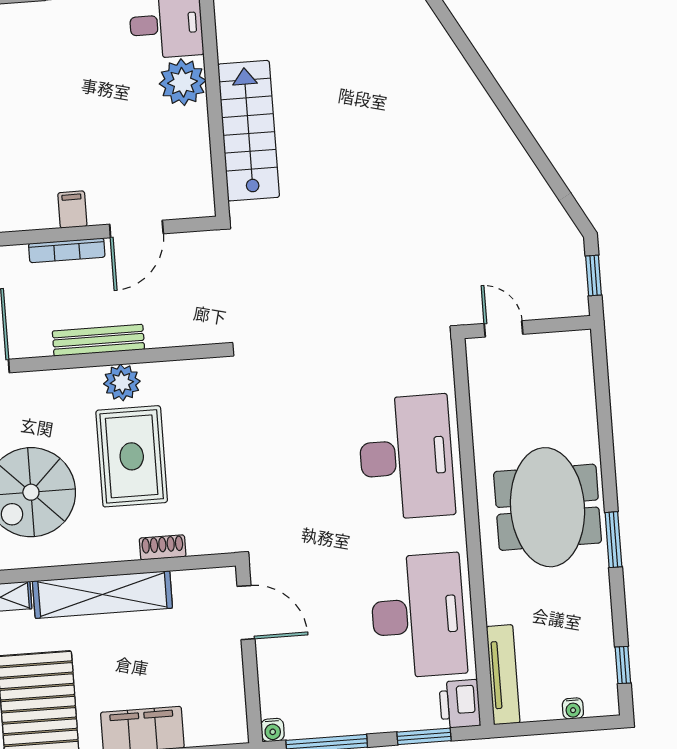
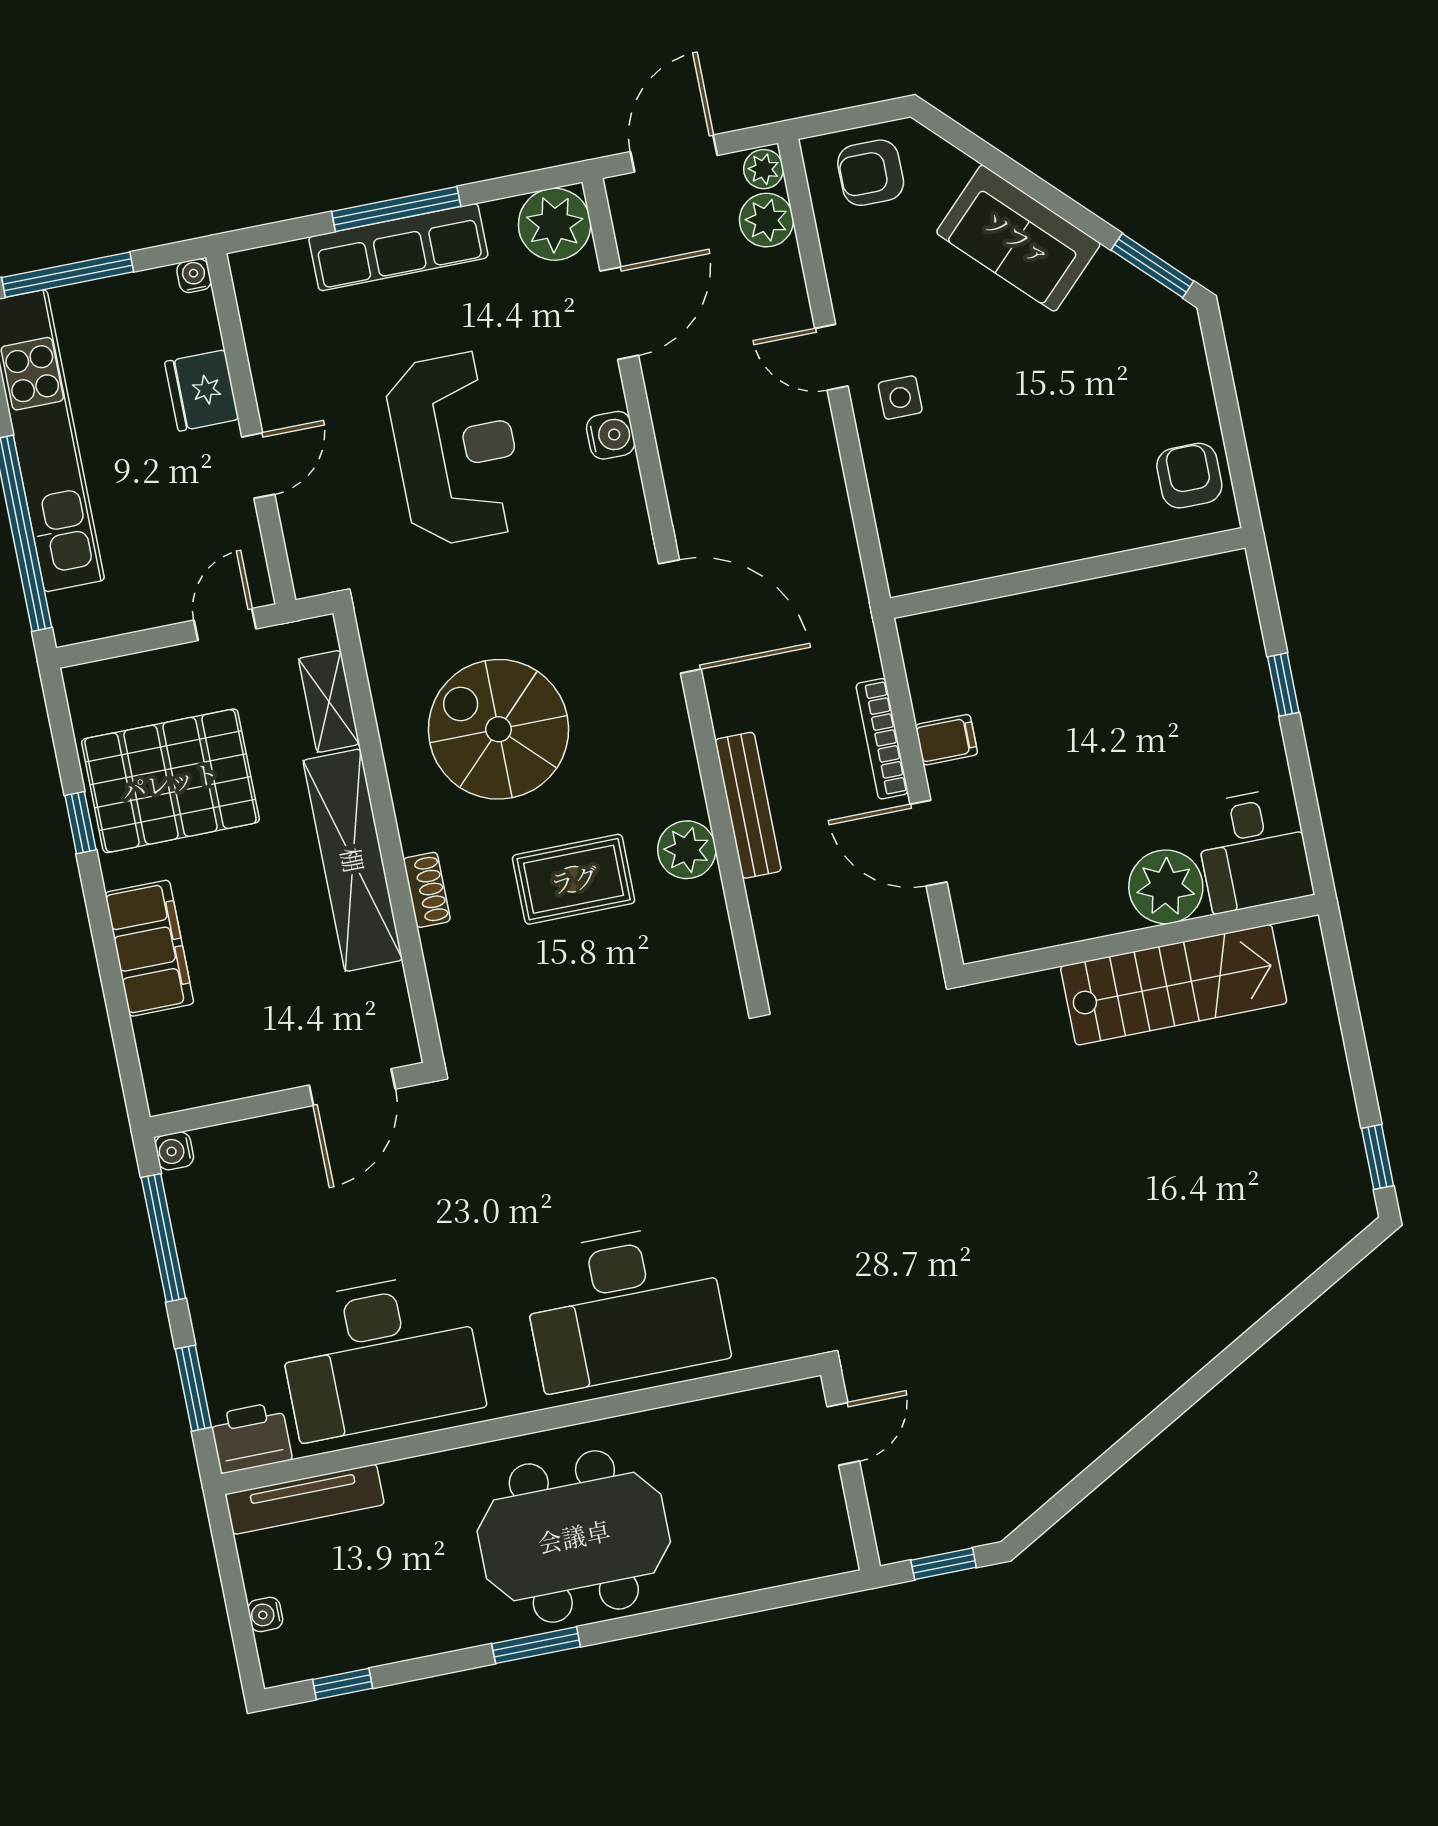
stairs: (249, 131) -> (1174, 985), moved
rug: (132, 456) -> (574, 879), width x0.73, depth x0.70
shoe rack: (163, 547) -> (427, 890), moved

